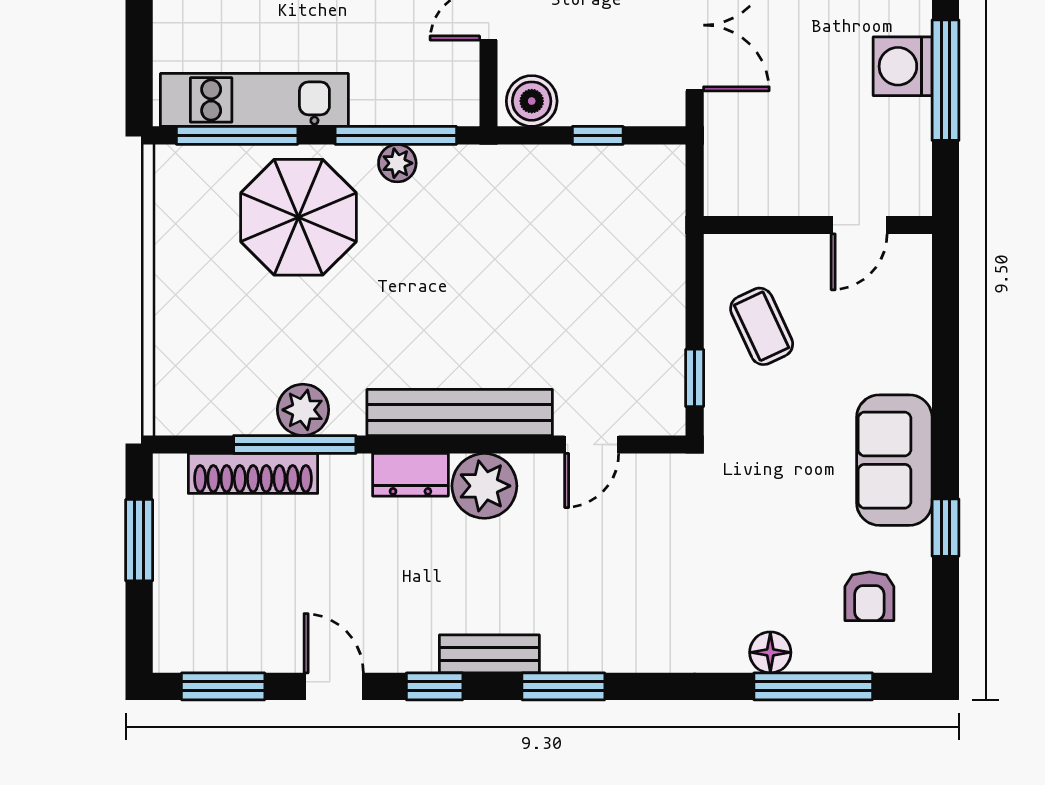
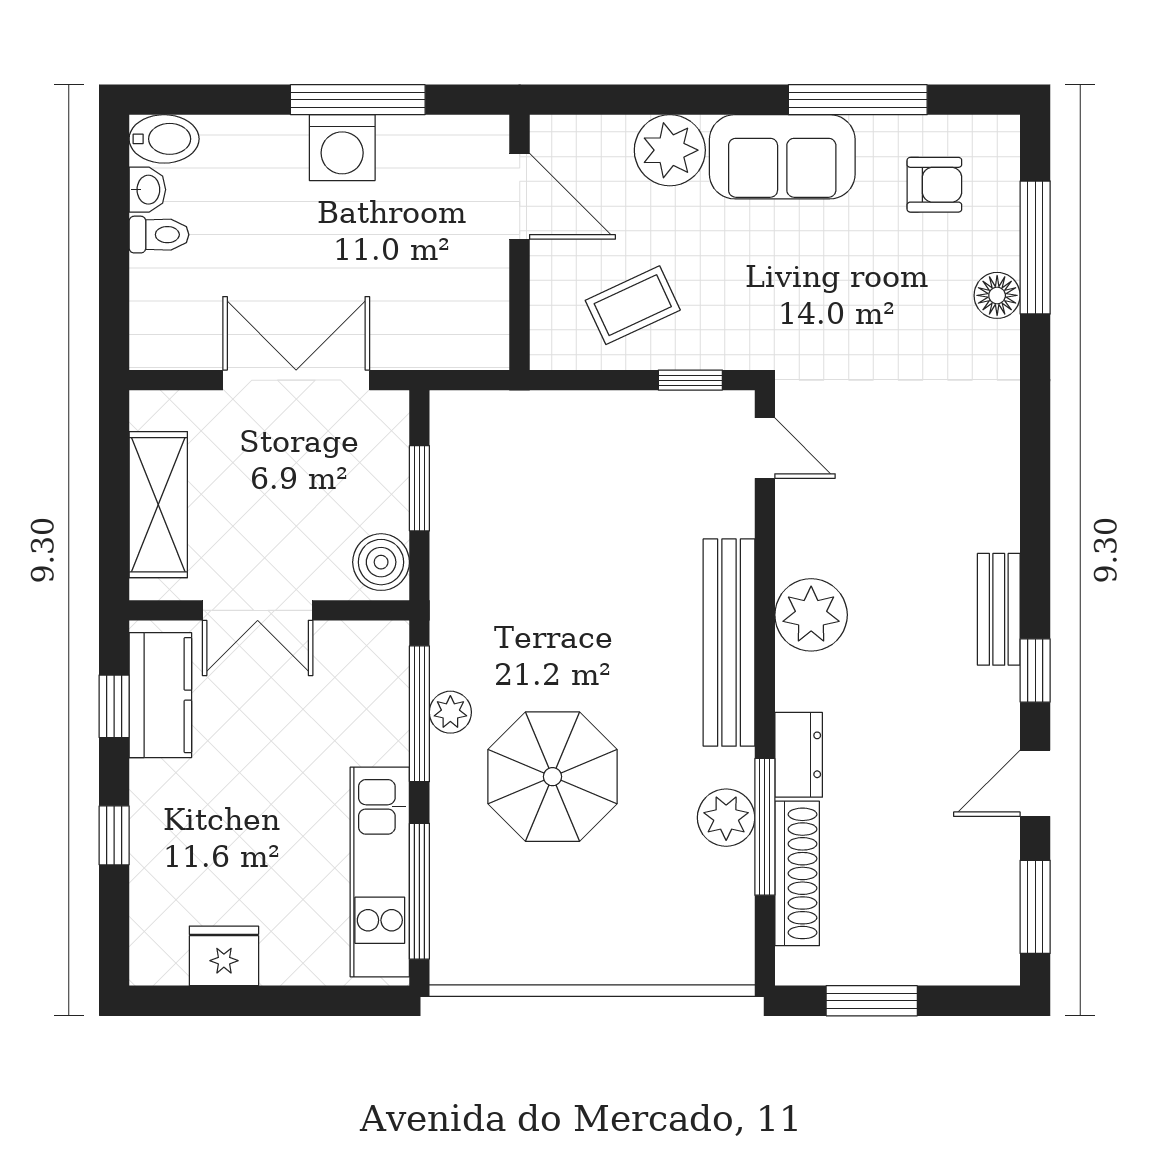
window: (598, 135) -> (419, 488), width x1.50
parasol: (298, 217) -> (552, 777), moved
door: (859, 225) -> (520, 196), width x1.38
plant: (900, 360) -> (670, 150), added
door: (592, 445) -> (765, 448), moved
dresser: (410, 475) -> (799, 755), moved
window: (945, 528) -> (858, 100), width x2.17
window: (563, 686) -> (1035, 527), removed

